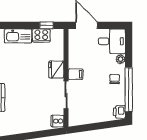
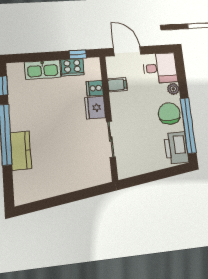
filing cabinet: (76, 74) -> (117, 85), moved
chair: (115, 79) -> (169, 114), width x1.87, depth x1.87
printer: (119, 112) -> (176, 148), width x1.87, depth x1.48
cooker: (57, 121) -> (95, 88), moved

